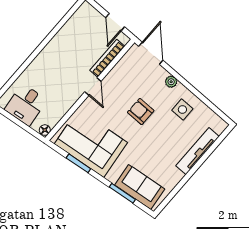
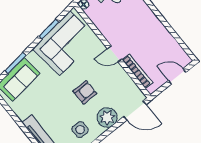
door: (115, 22) -> (177, 76), moved
plant: (171, 82) -> (107, 117), width x1.88, depth x1.88

